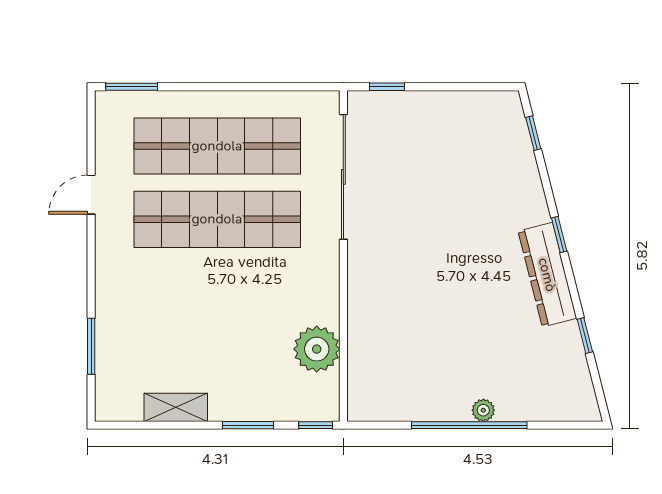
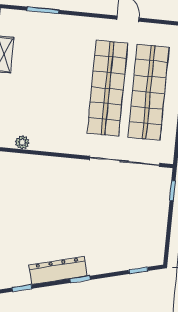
plant: (317, 349) -> (22, 142), width x0.53, depth x0.53

